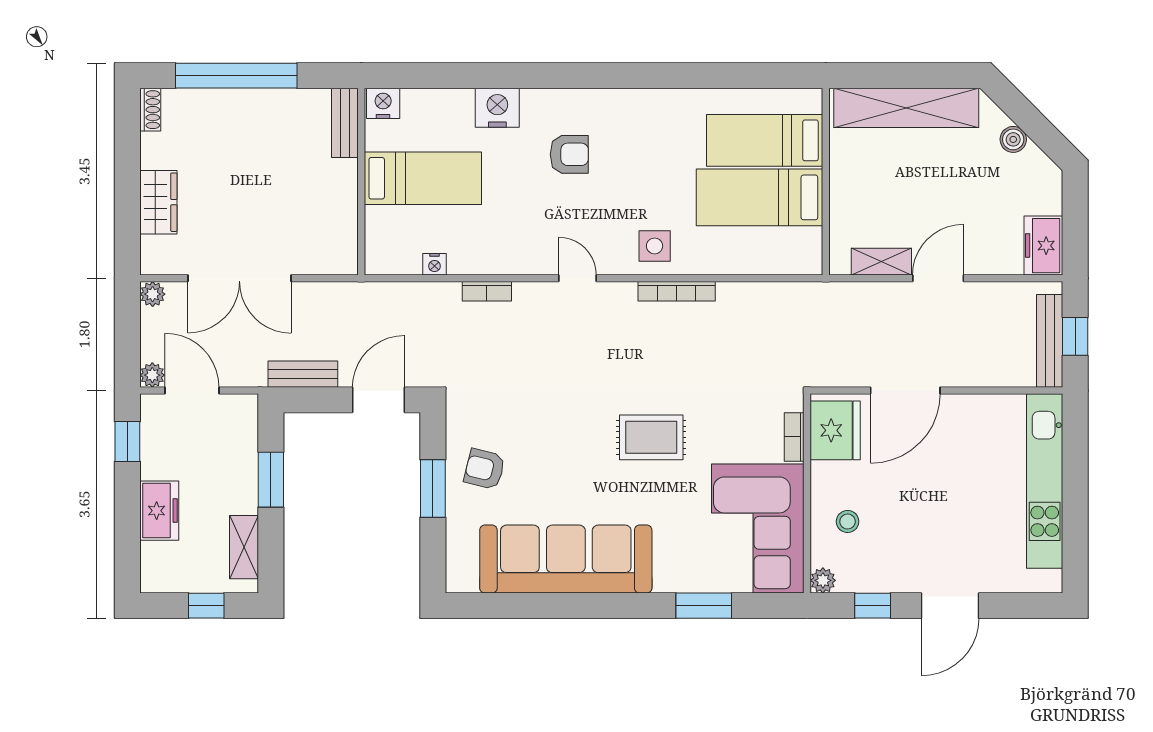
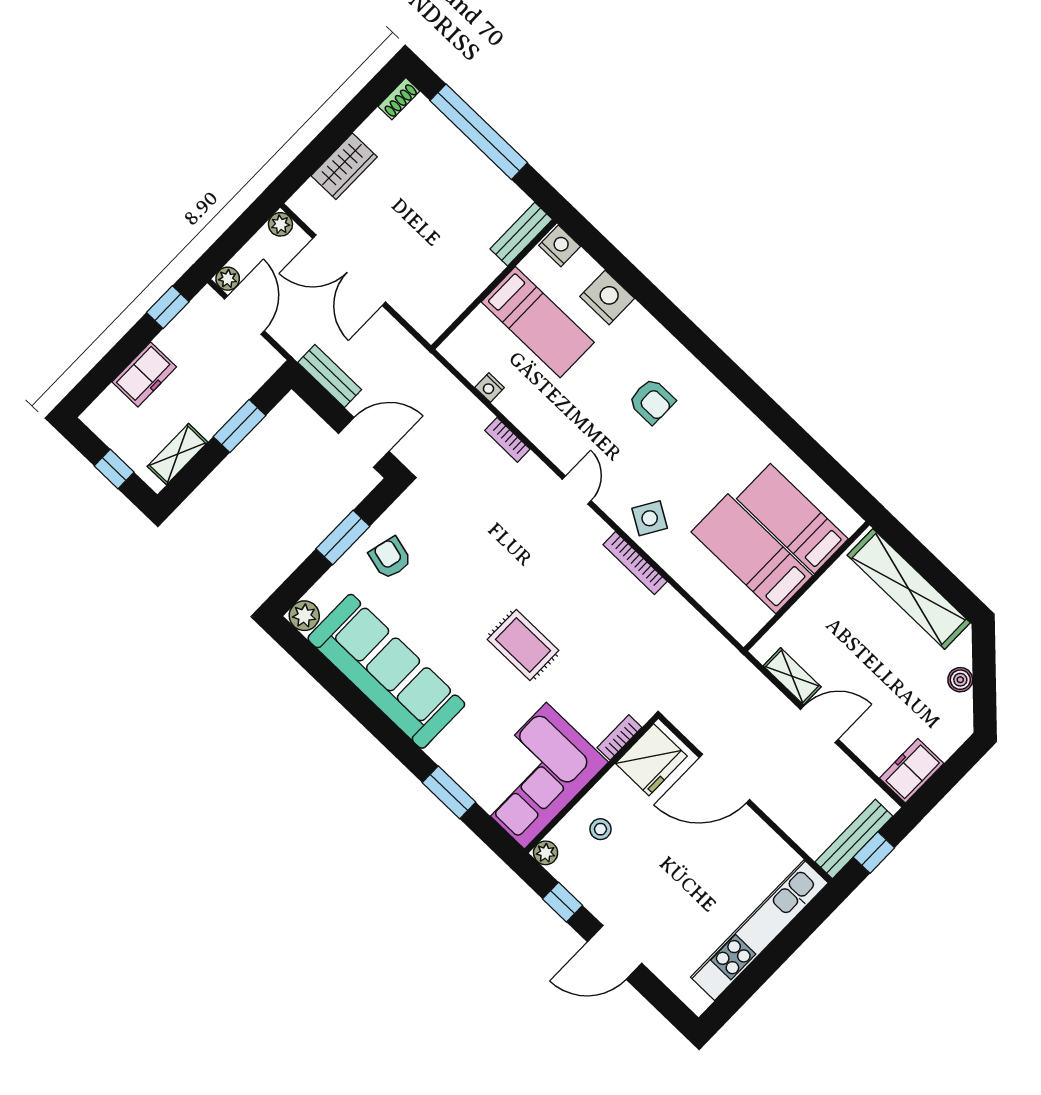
nightstand: (497, 108) -> (607, 297), moved
side table: (655, 246) -> (650, 518), turned 31
plant: (461, 577) -> (304, 616), added

